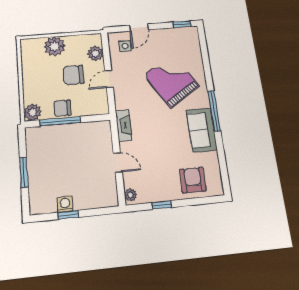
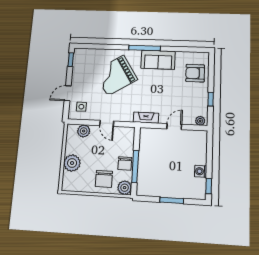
door: (139, 28) -> (68, 93), swing flipped
chair: (74, 75) -> (104, 179), moved
window: (68, 215) -> (209, 186), moved

